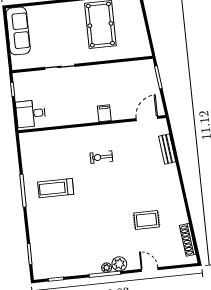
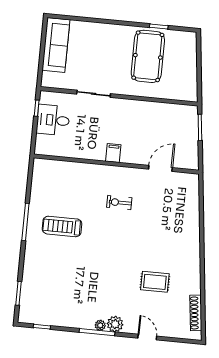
filing cabinet: (104, 113) -> (113, 153), moved
desk: (31, 114) -> (53, 120), moved
door: (147, 118) -> (160, 168), moved
bench: (167, 149) -> (193, 208), removed

